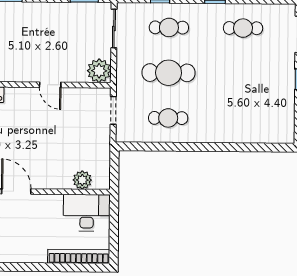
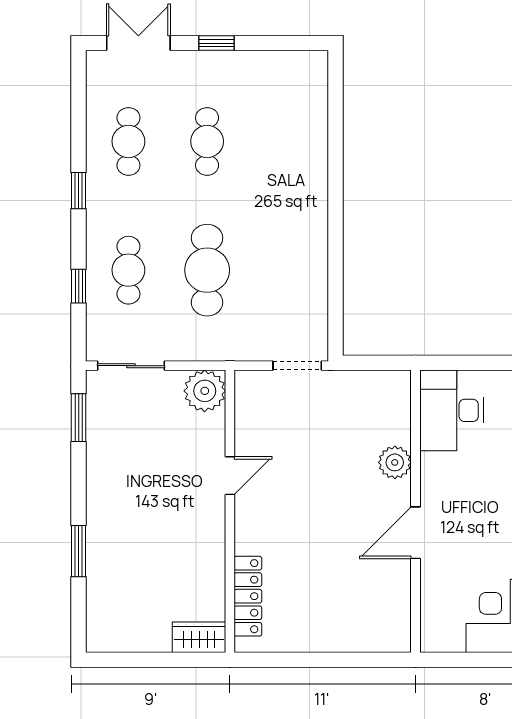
doorway: (113, 110) -> (297, 366), moved
cafe table: (168, 118) -> (207, 141), moved
plant: (82, 180) -> (395, 462), moved

